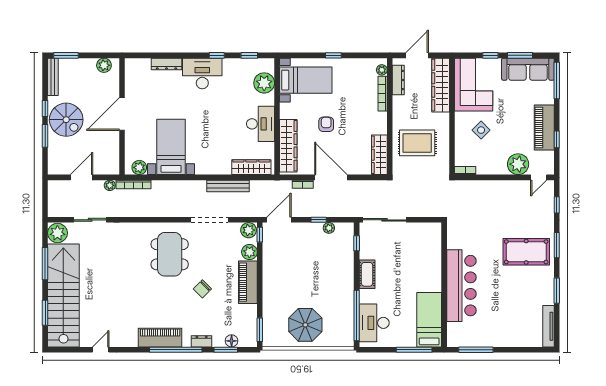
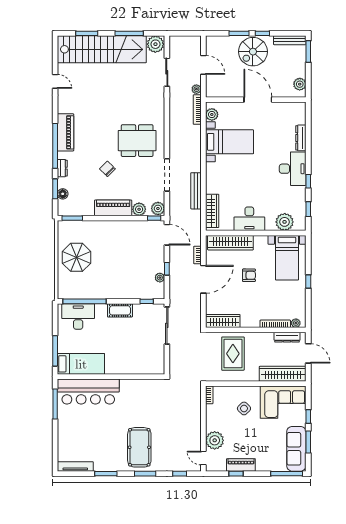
piano: (544, 128) -> (241, 465), width x0.73, depth x0.75
bar counter: (461, 286) -> (88, 392), moved

